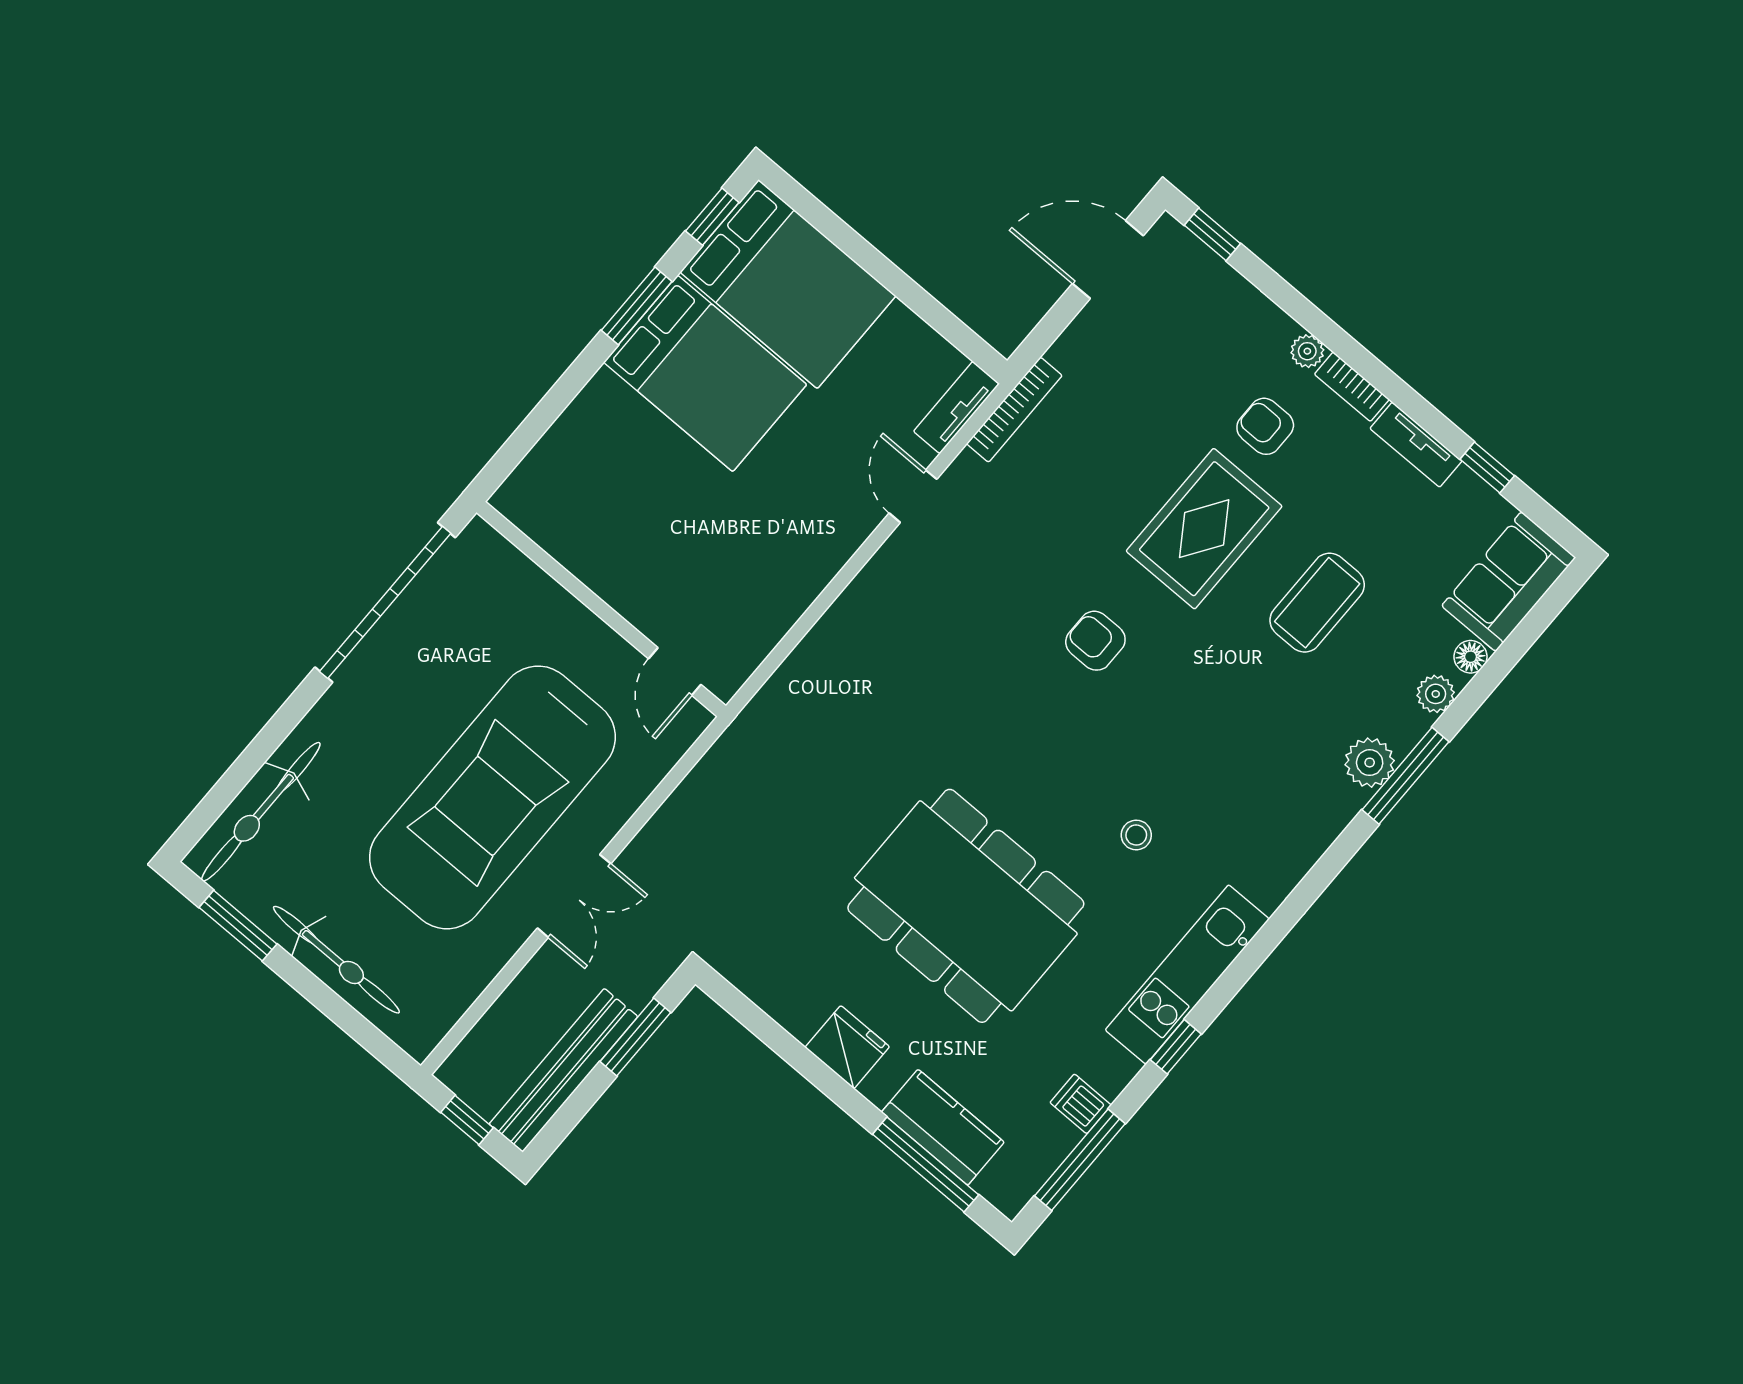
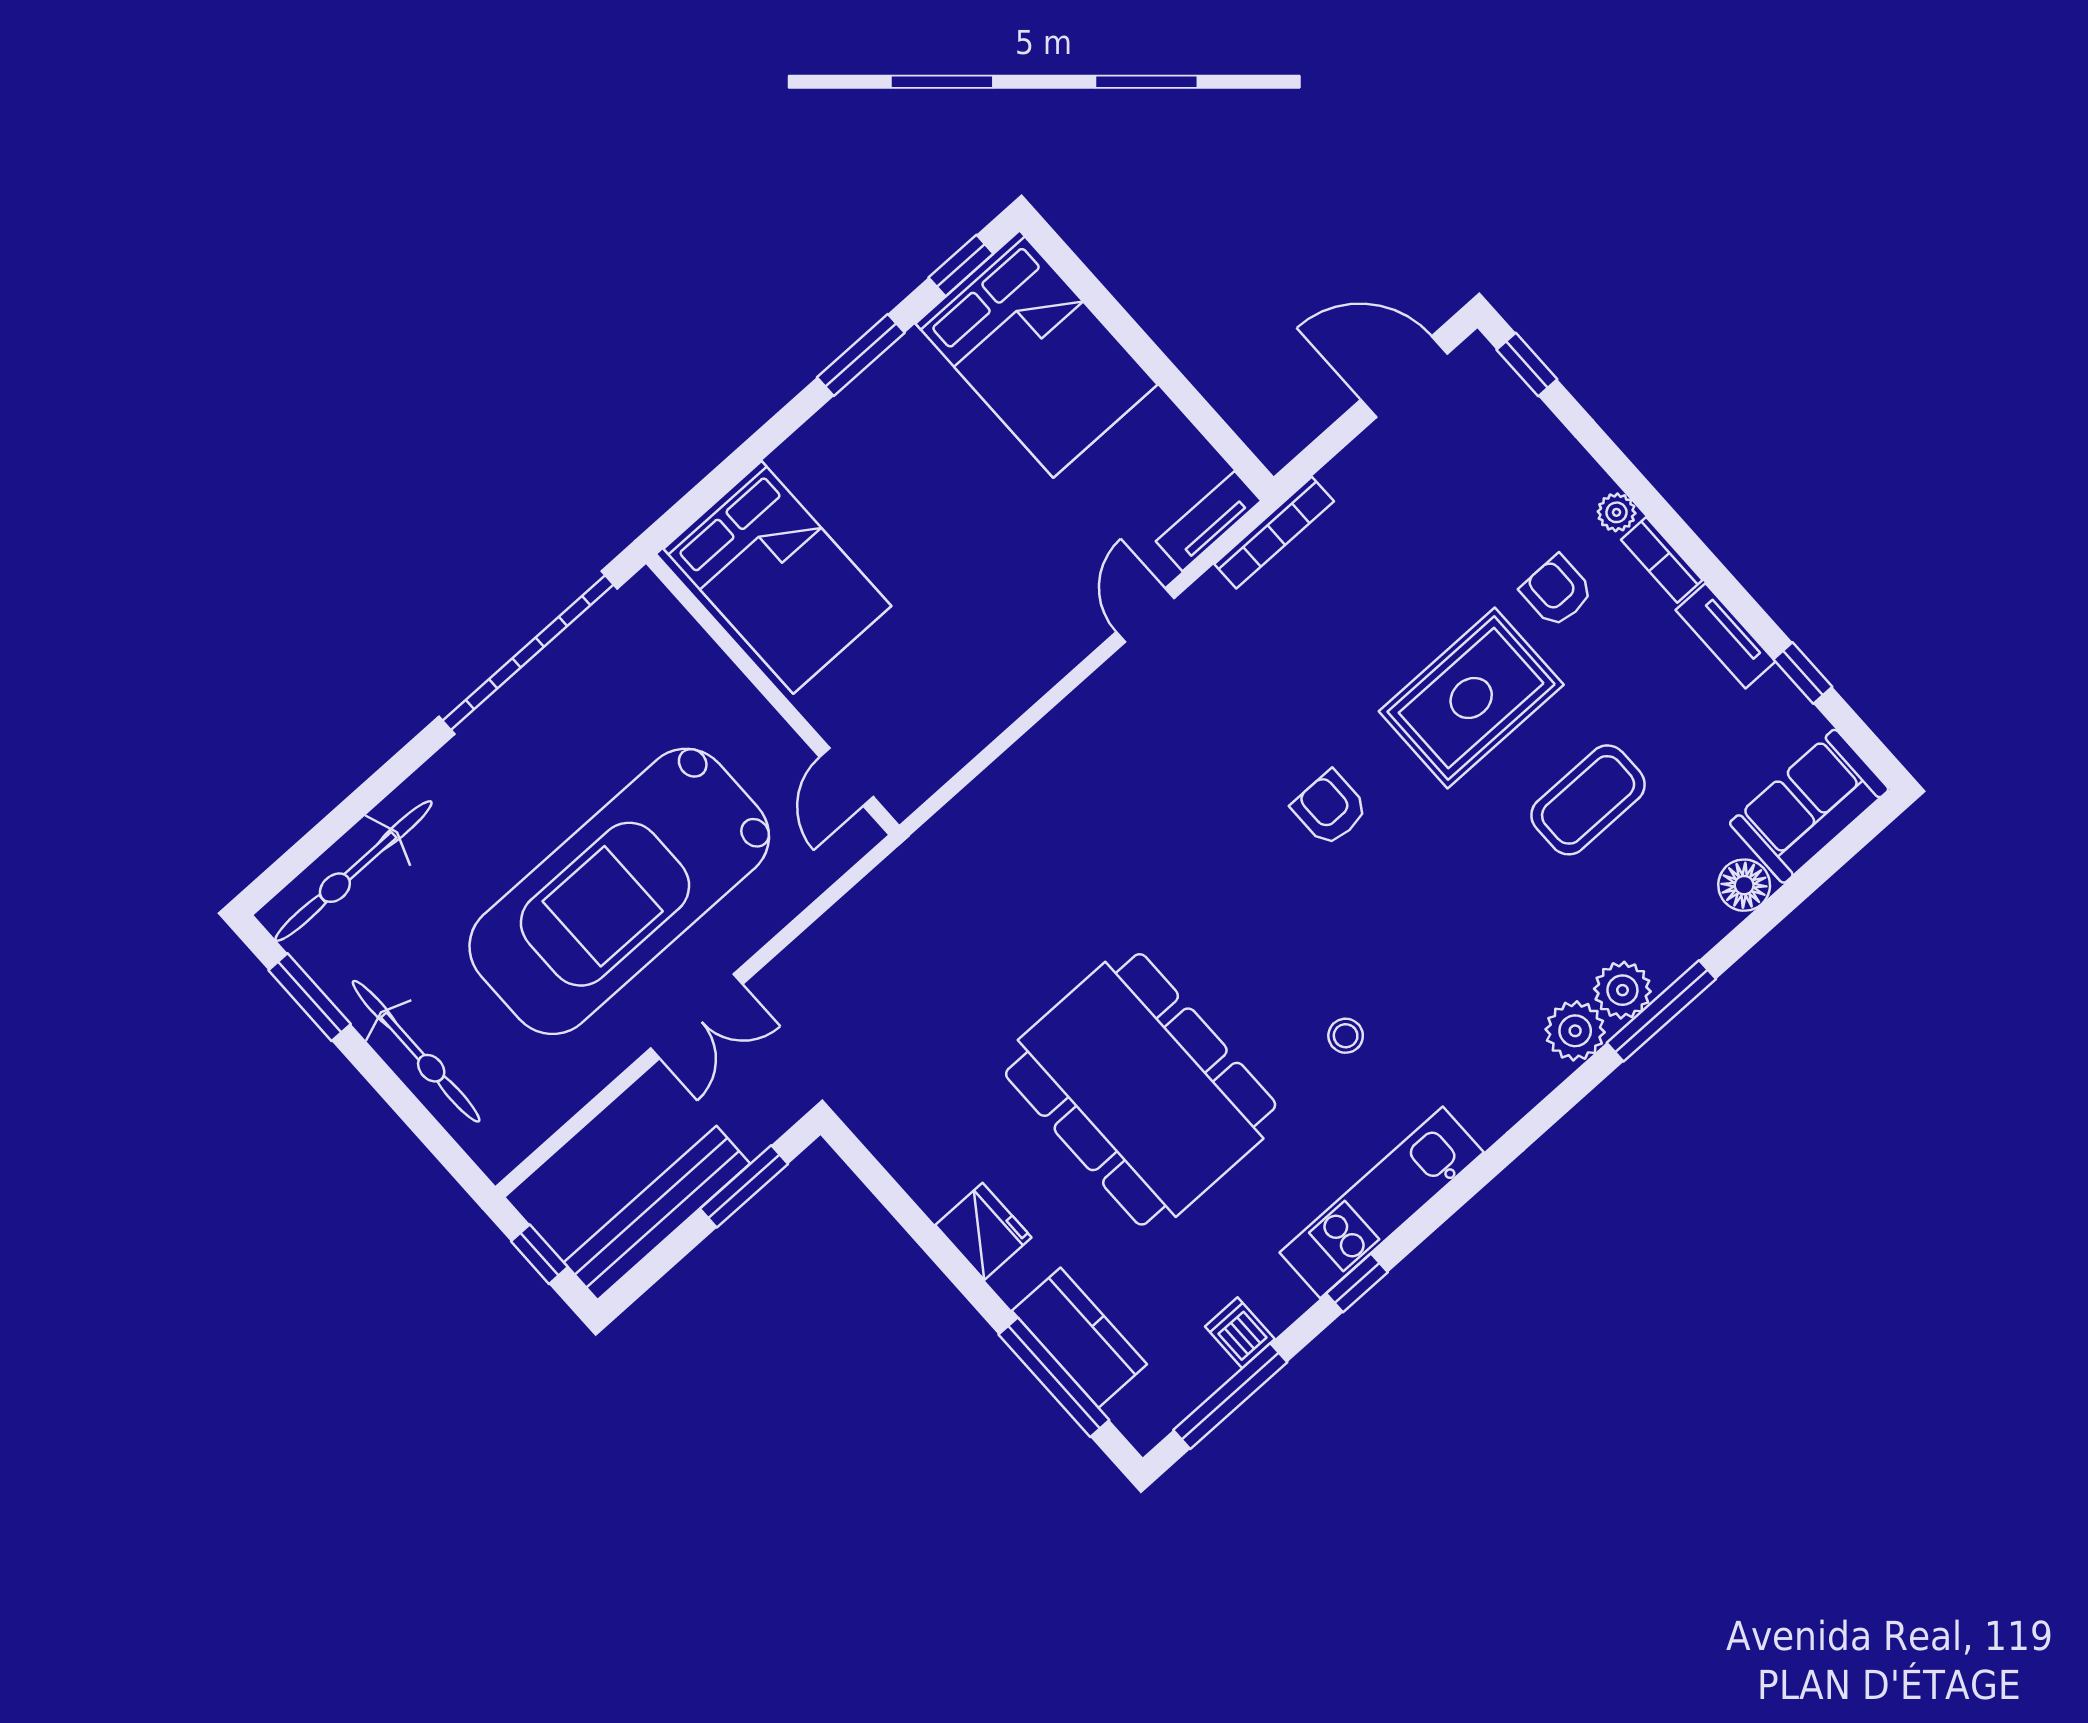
bed: (705, 373) -> (777, 577), moved
floor lamp: (1471, 657) -> (1744, 885), width x1.37, depth x1.37
plant: (1436, 694) -> (1575, 1031), moved, width x1.38, depth x1.38

